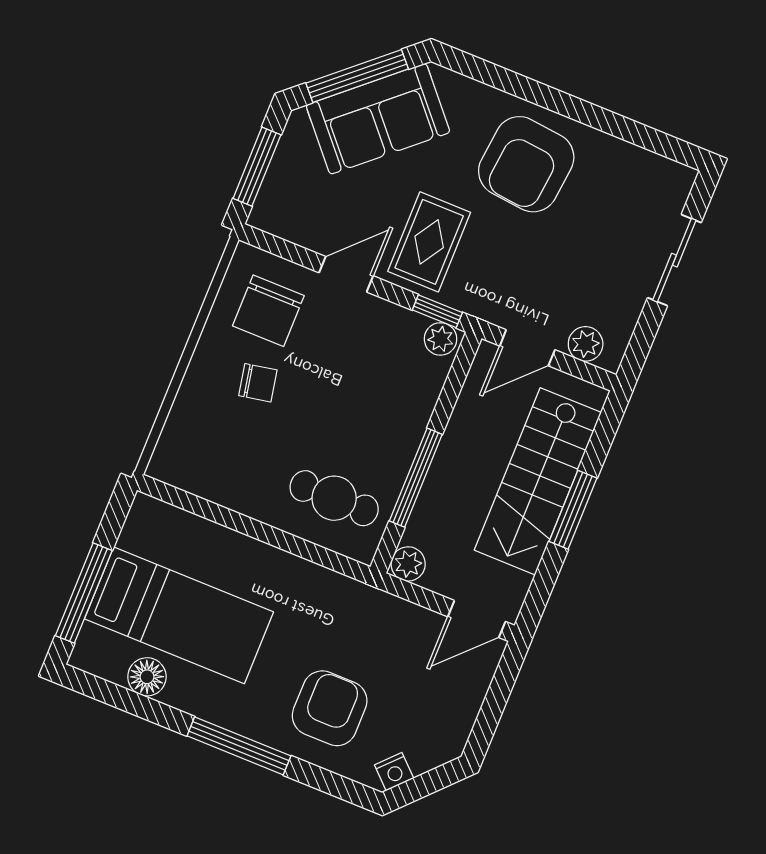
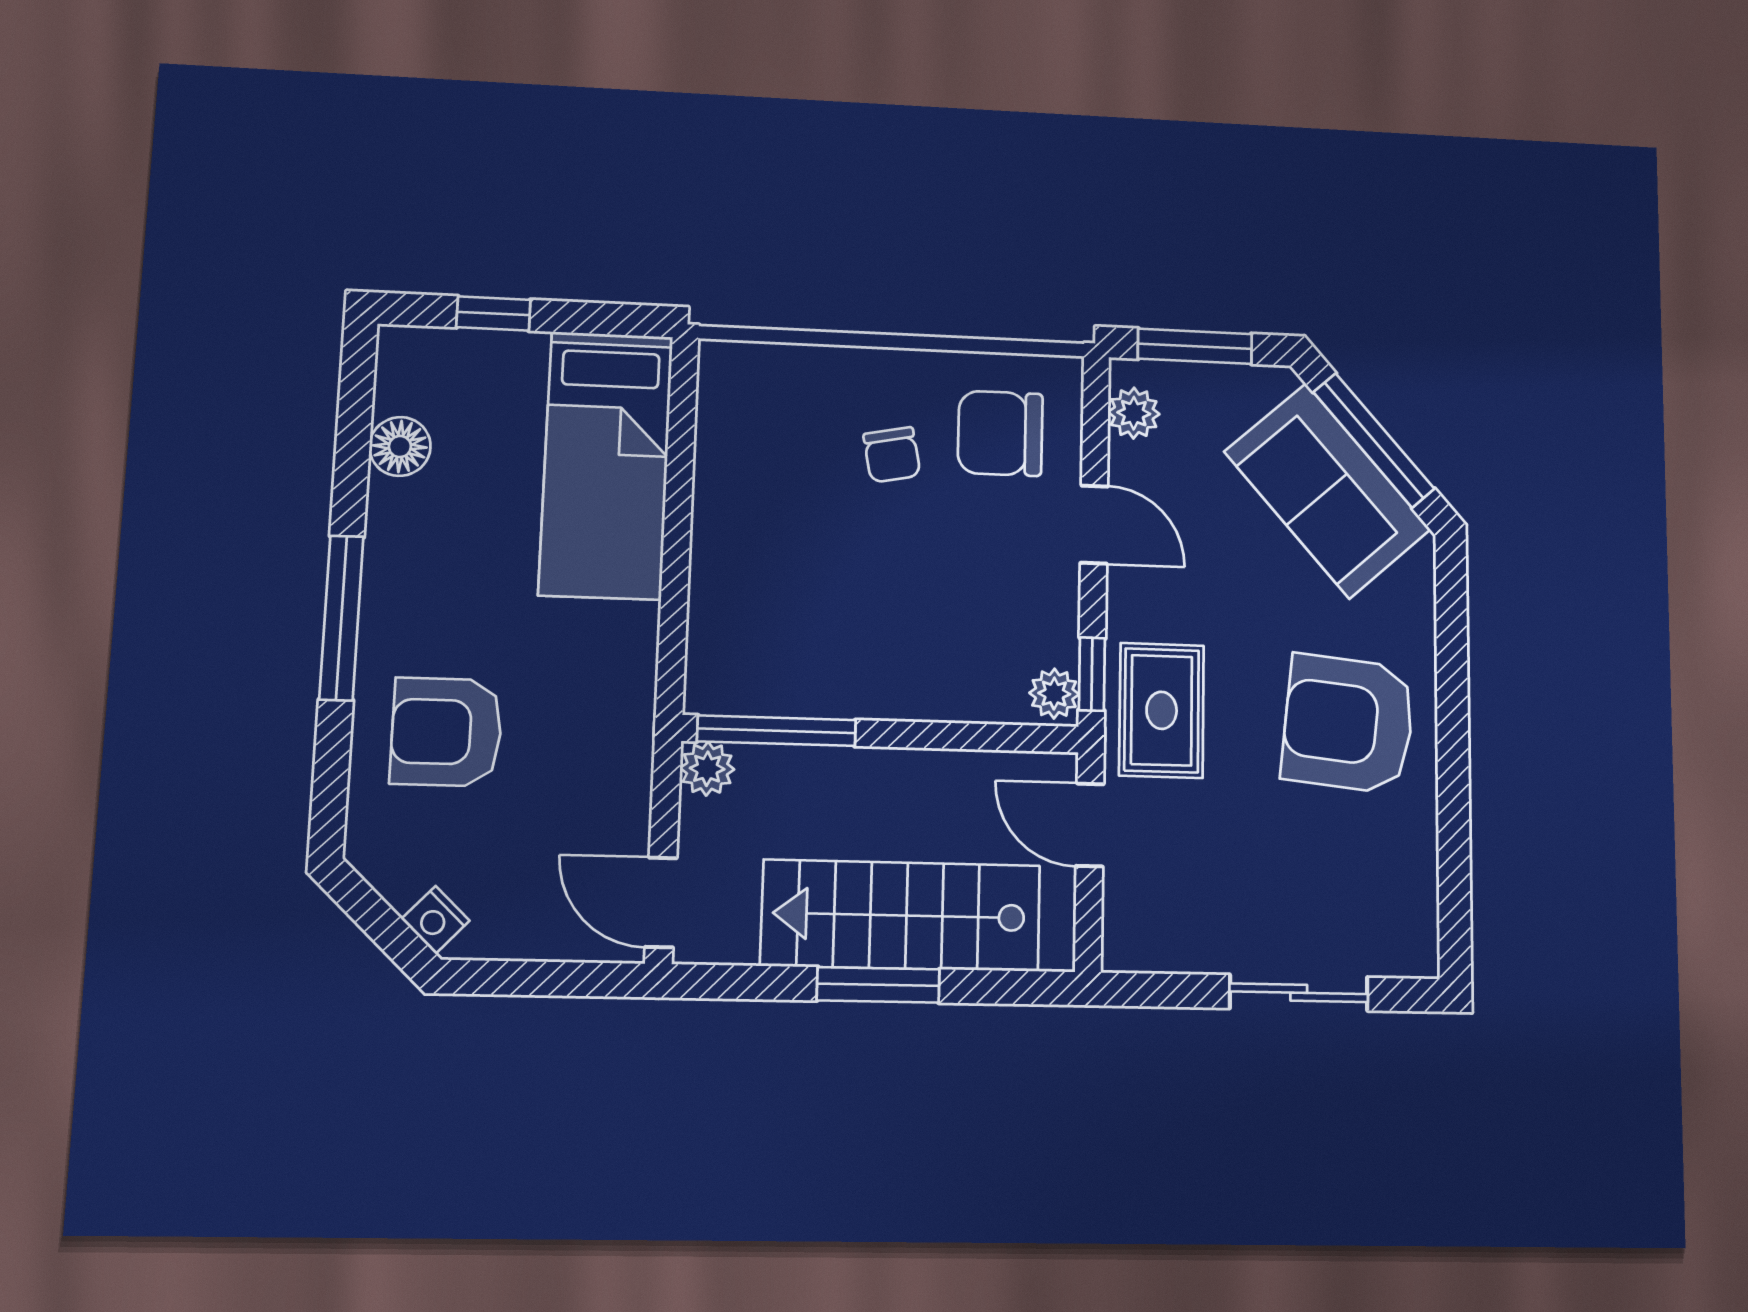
rug: (429, 242) -> (1162, 710), moved, turned 90
plant: (586, 344) -> (1134, 413), moved
window: (416, 478) -> (777, 731), moved
cafe table: (334, 498) -> (765, 624), removed
window: (84, 593) -> (493, 314), width x0.46
bed: (179, 615) -> (606, 465), moved
armchair: (330, 708) -> (446, 732), turned 180
nightstand: (394, 772) -> (435, 920), moved

